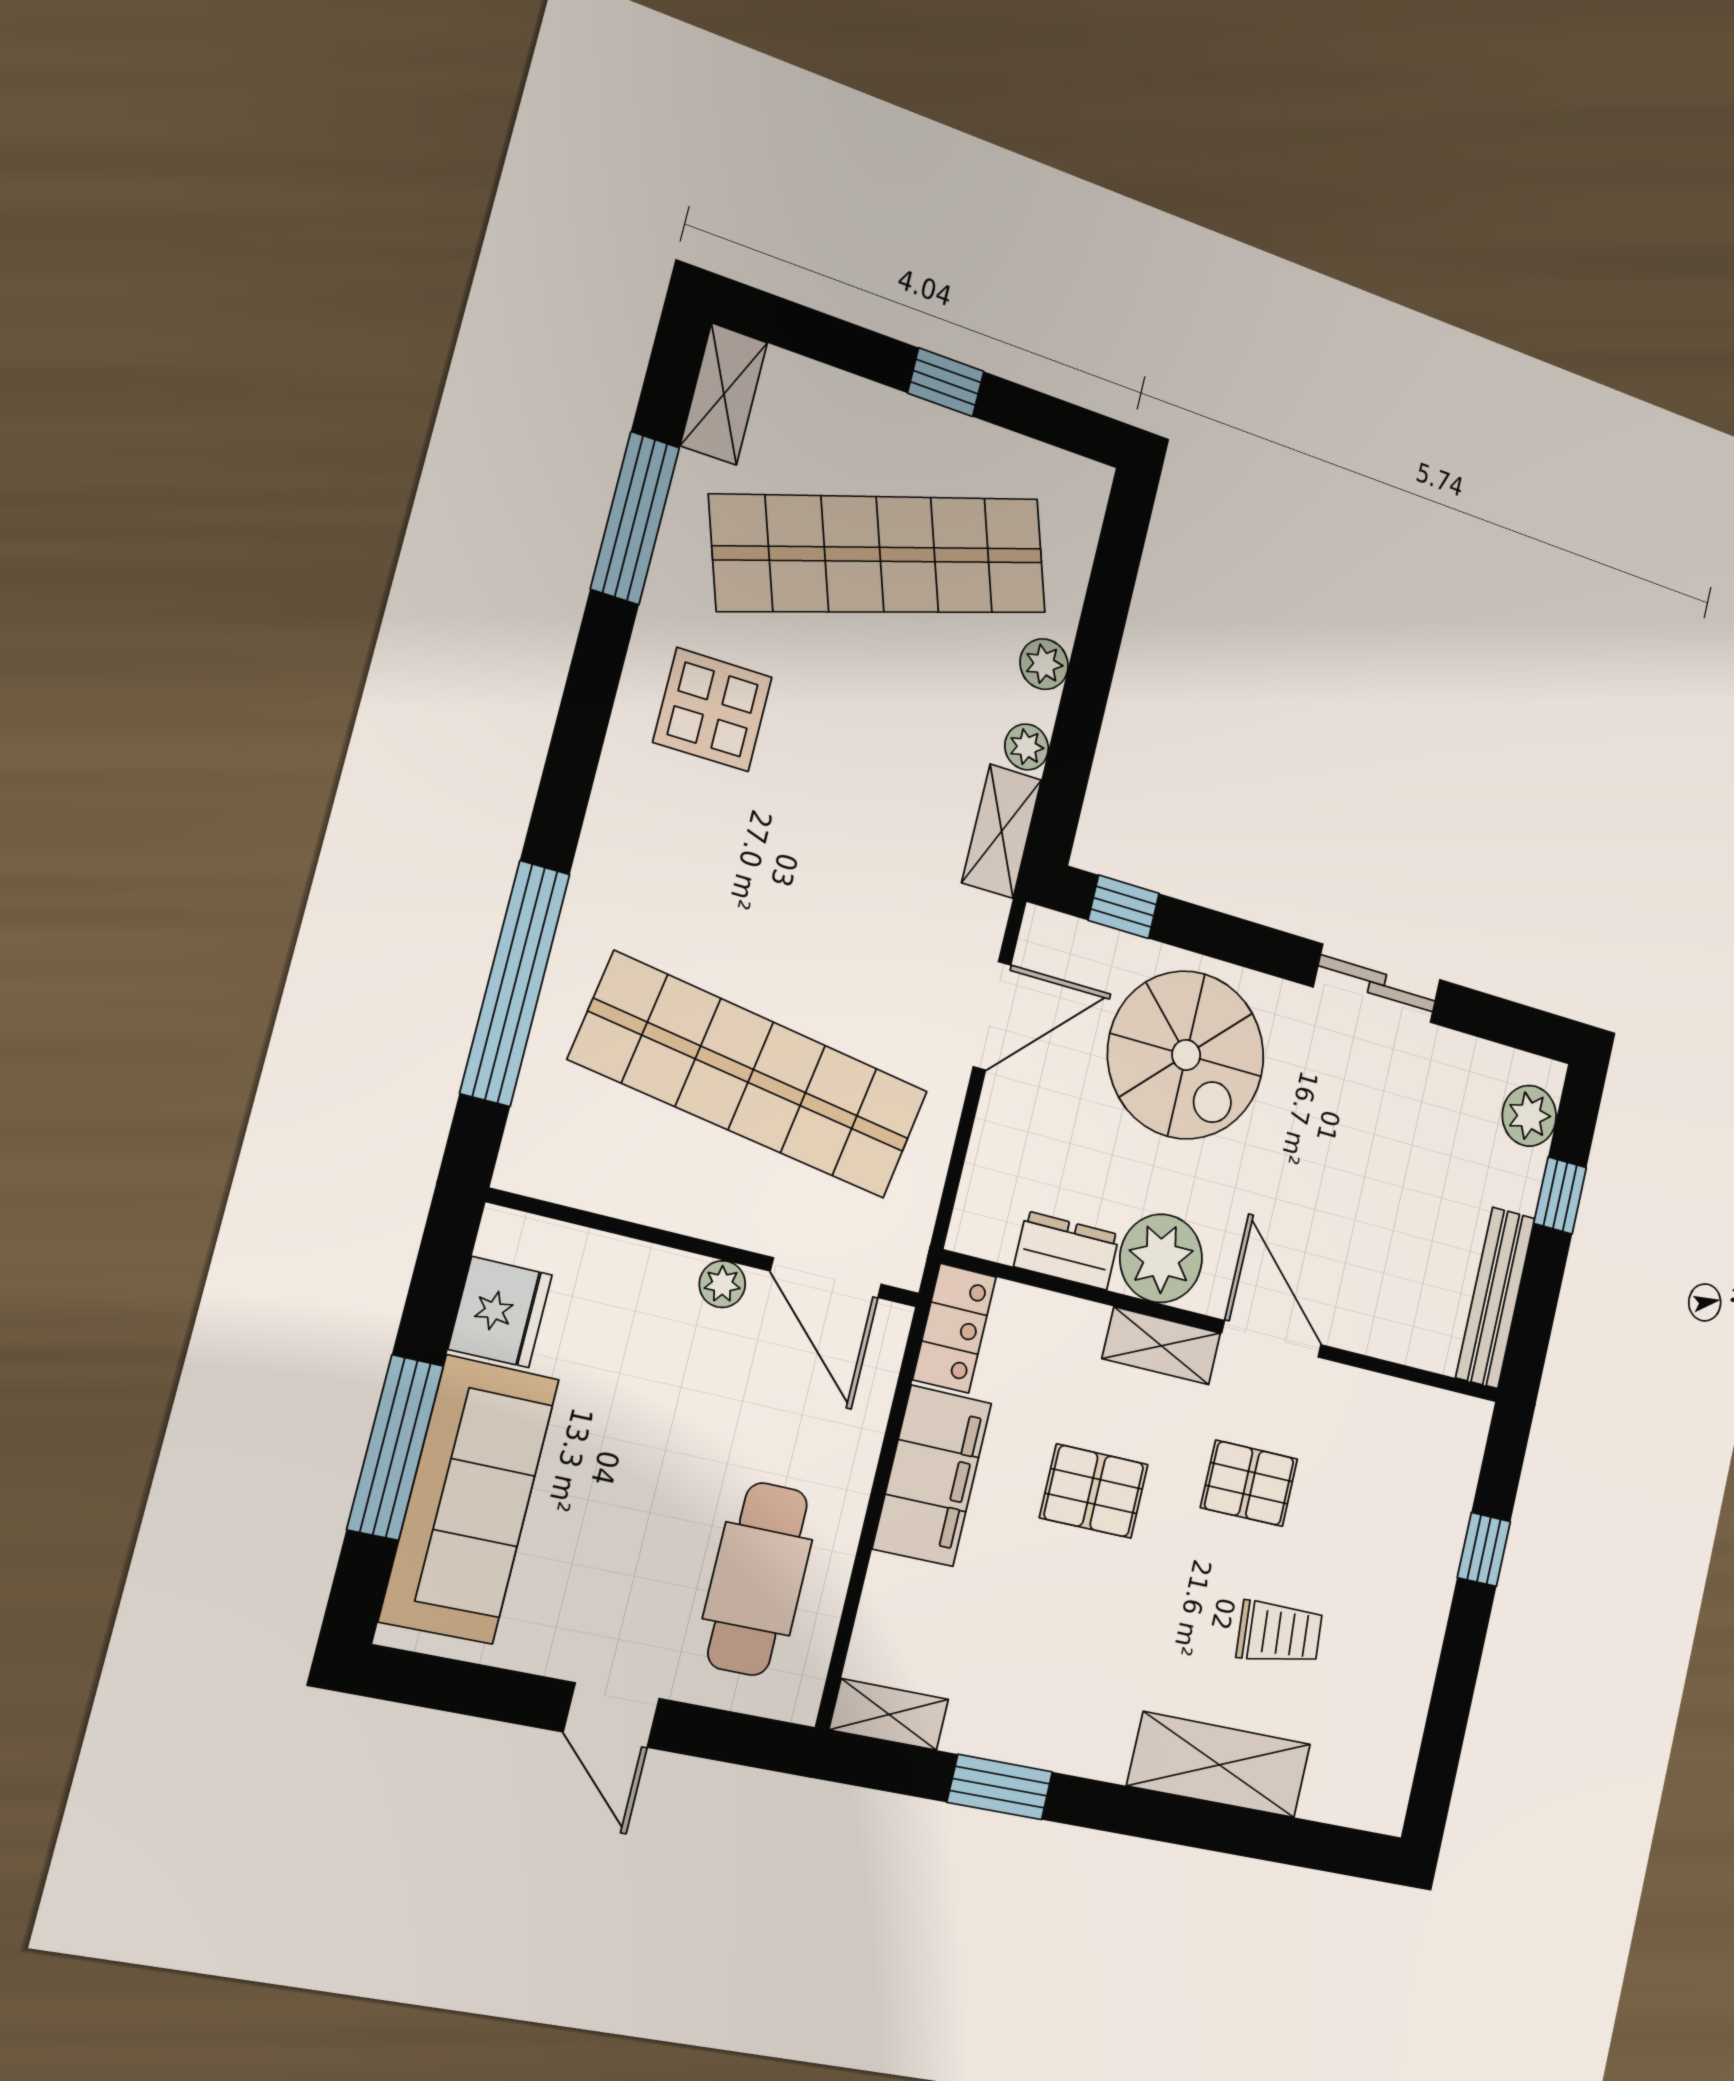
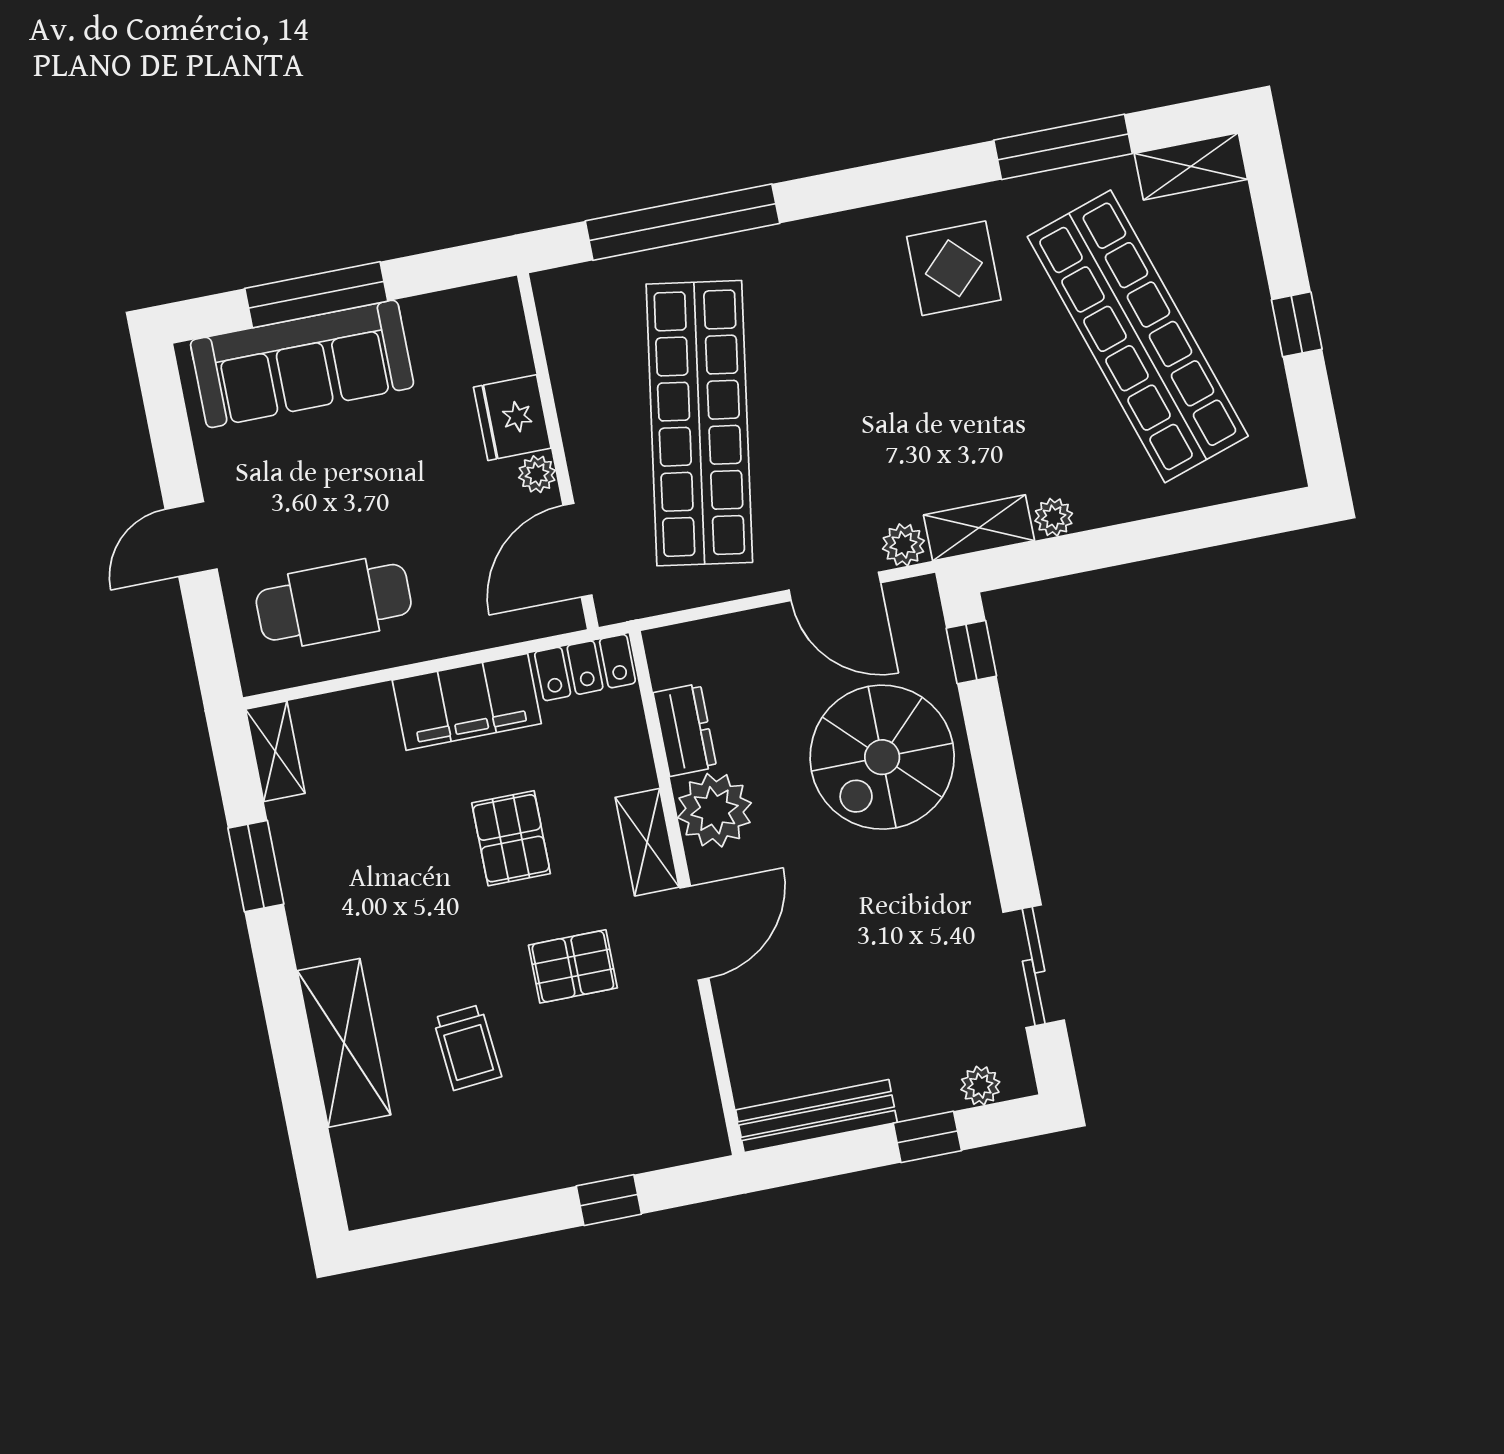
plant: (1044, 664) -> (903, 545), moved
sliding door: (1377, 983) -> (1034, 966), moved
plant: (1529, 1116) -> (980, 1086), width x0.73, depth x0.73
fridge: (500, 1312) -> (512, 418), moved, turned 90
pallet: (1249, 1483) -> (573, 966), turned 90

